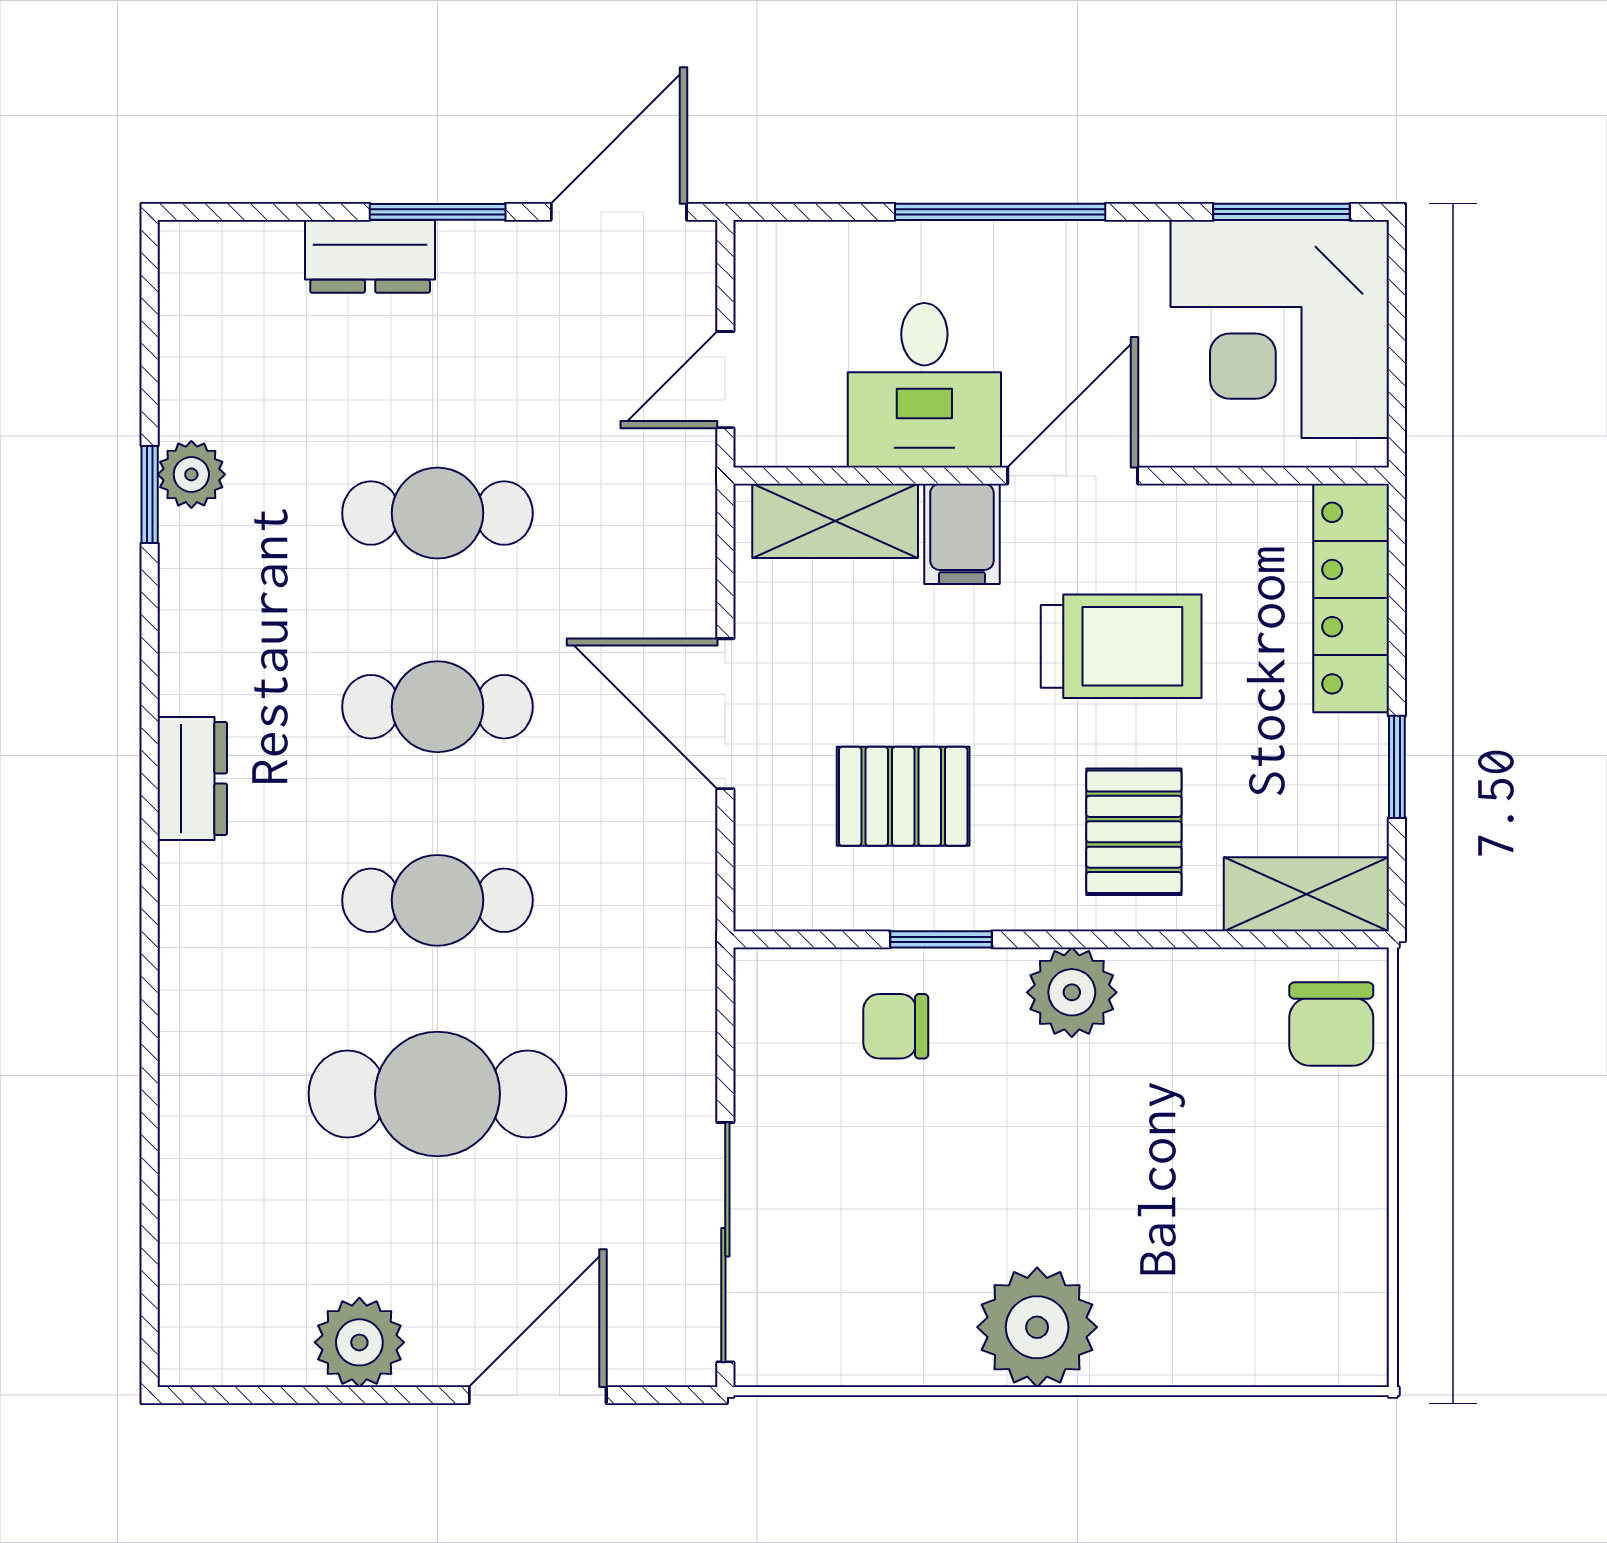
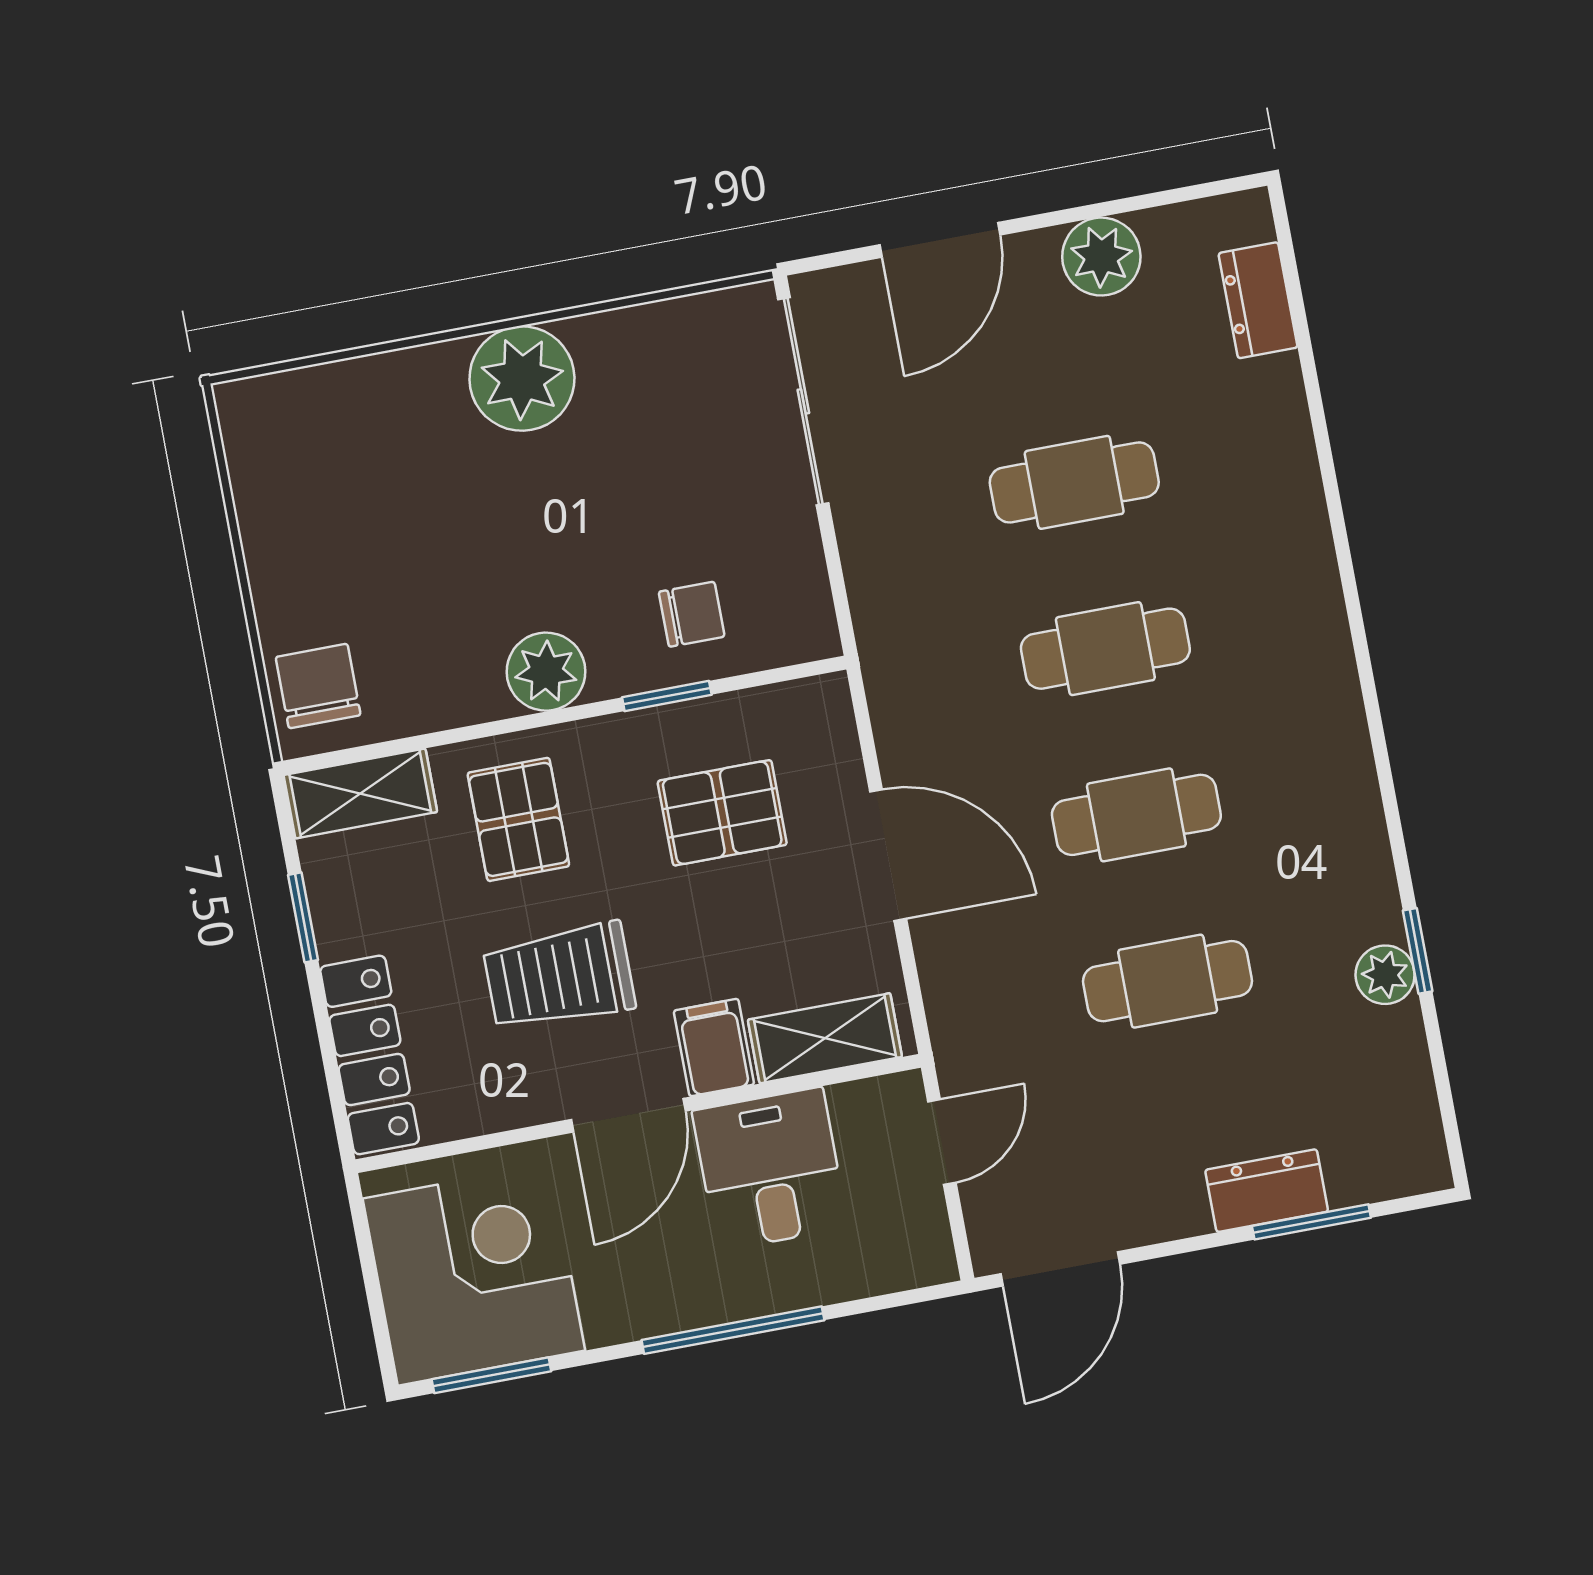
window: (438, 212) -> (1311, 1222), moved
dresser: (192, 778) -> (1258, 300), moved
cafe table: (437, 1094) -> (1074, 482), width x0.73, depth x0.74

